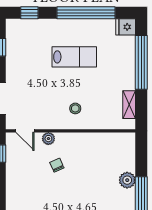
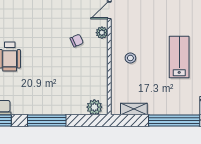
lab bench: (74, 57) -> (179, 57), turned 180
plant: (127, 180) -> (94, 107), moved

